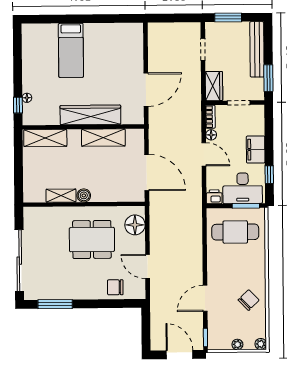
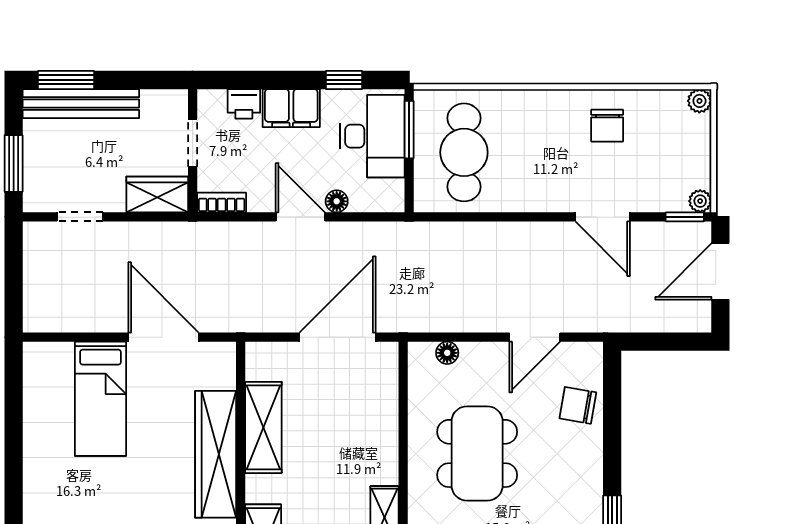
bed: (71, 50) -> (100, 399), moved, turned 90
window: (268, 78) -> (66, 80), moved
floor lamp: (211, 135) -> (337, 201), moved
door: (204, 154) -> (300, 217), hinge flipped
boiler: (84, 195) -> (384, 470), removed
printer: (214, 197) -> (244, 104), moved, turned -90
floor lamp: (135, 225) -> (447, 353), width x0.53, depth x0.53
chair: (115, 287) -> (578, 405), turned 100
chair: (249, 300) -> (607, 126), turned -136
plant: (237, 344) -> (700, 201), moved

